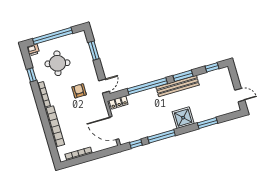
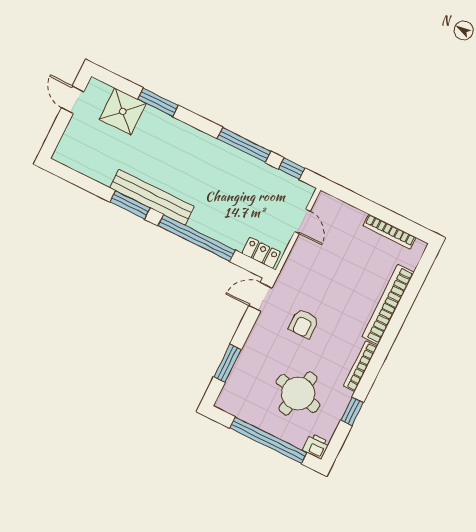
window: (212, 67) -> (76, 178), removed
shower: (183, 118) -> (123, 111), moved
door: (114, 128) -> (302, 221), width x0.53

